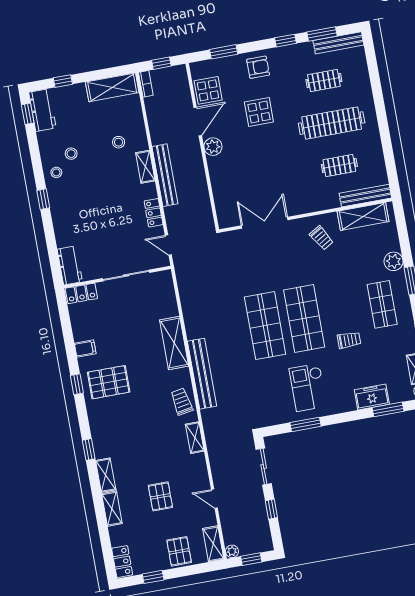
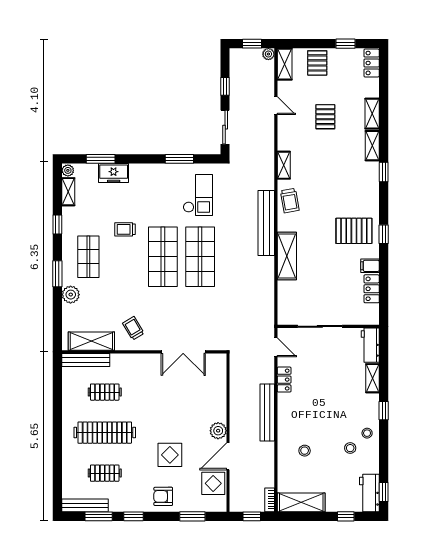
shelving: (145, 167) -> (372, 378), moved
locker: (81, 293) -> (372, 289), moved, turned -90
checkout: (308, 387) -> (198, 195), moved

